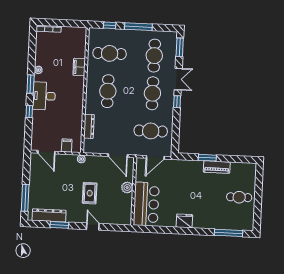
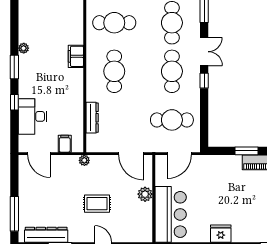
filing cabinet: (79, 67) -> (76, 56), moved
desk: (44, 96) -> (32, 116), moved
rug: (90, 193) -> (97, 204), turned 90

